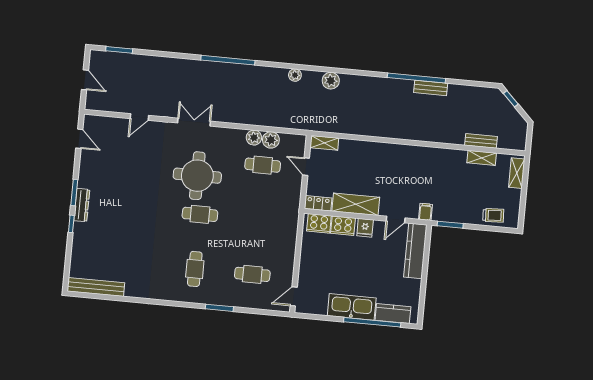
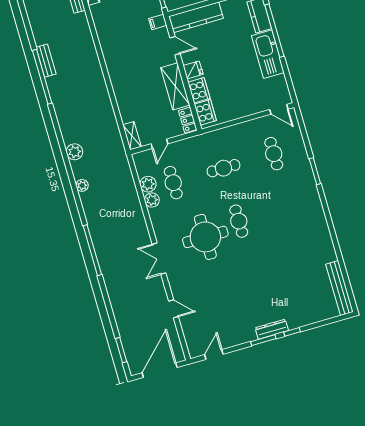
door: (85, 80) -> (160, 370), width x1.87
cafe table: (195, 269) -> (223, 168), moved

